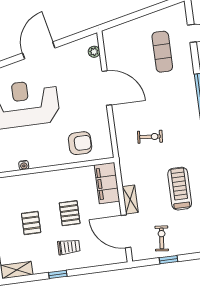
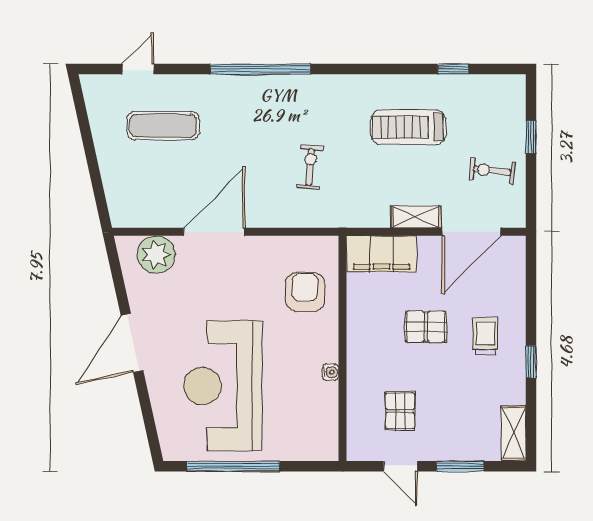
door: (39, 50) -> (132, 343), hinge flipped
plant: (94, 52) -> (156, 255), width x1.87, depth x1.87
water cooler: (24, 165) -> (331, 372), moved
pallet: (31, 223) -> (400, 411), moved, turned 90
window: (168, 260) -> (531, 137), moved

